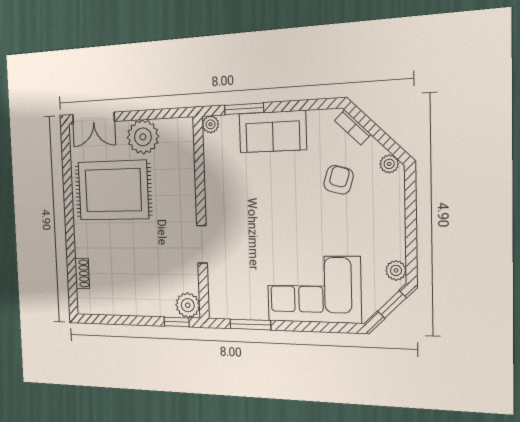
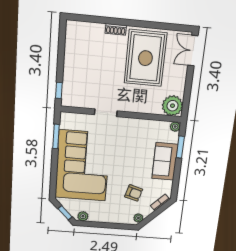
plant: (143, 137) -> (172, 106), moved
shoe rack: (82, 273) -> (116, 29), moved
corner sofa: (314, 289) -> (83, 166), width x1.36, depth x1.36
plant: (188, 305) -> (69, 99), removed

